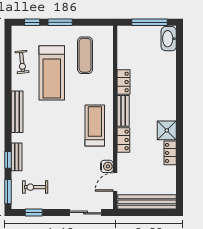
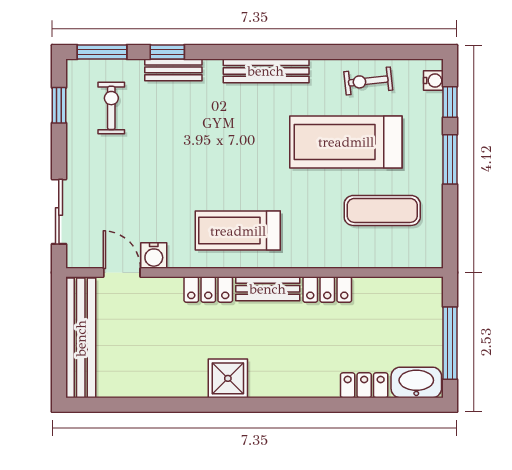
water cooler: (22, 30) -> (433, 81), added
treadmill: (95, 126) -> (238, 231), turned 180
locker: (170, 153) -> (364, 385), moved

